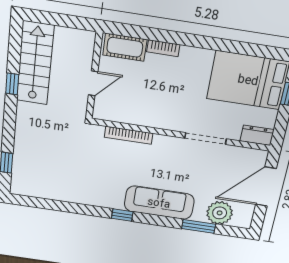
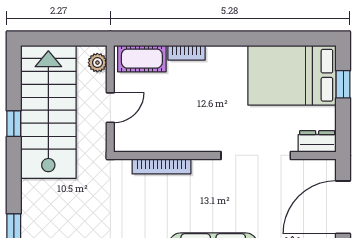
plant: (87, 45) -> (97, 63), added
stairs: (35, 63) -> (48, 112), width x1.36, depth x1.51
doorway: (205, 138) -> (256, 155), width x1.36

